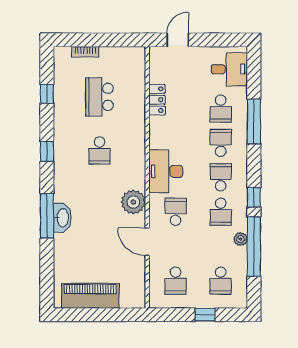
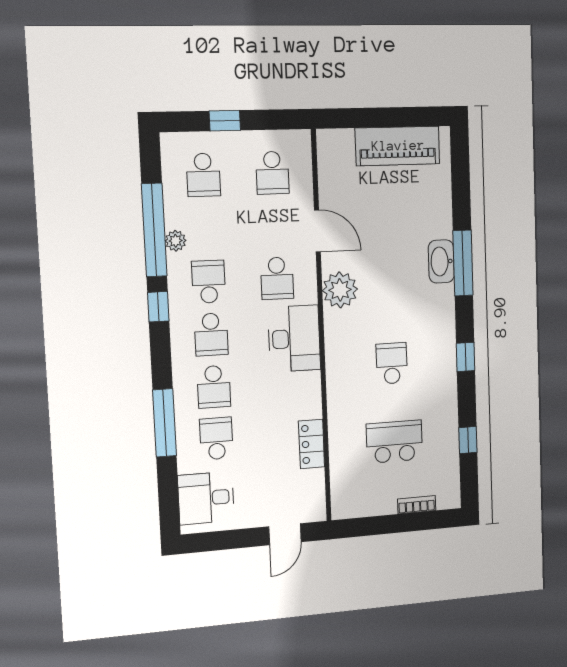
school desk: (99, 97) -> (394, 442), turned -90
school desk: (176, 281) -> (272, 173), turned 180
school desk: (221, 281) -> (203, 175), turned 180

